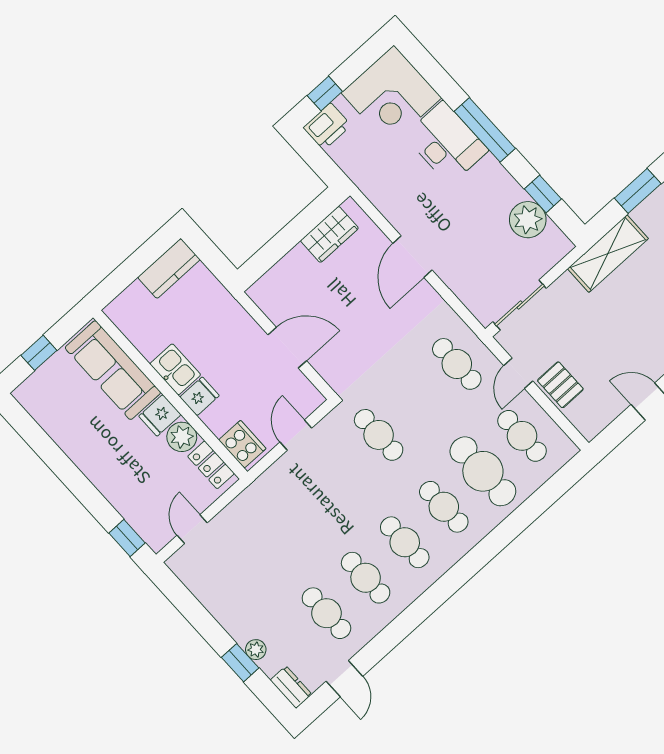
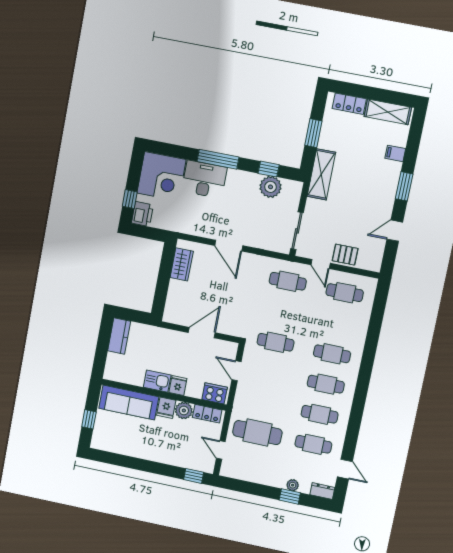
cafe table: (483, 471) -> (257, 433), moved

